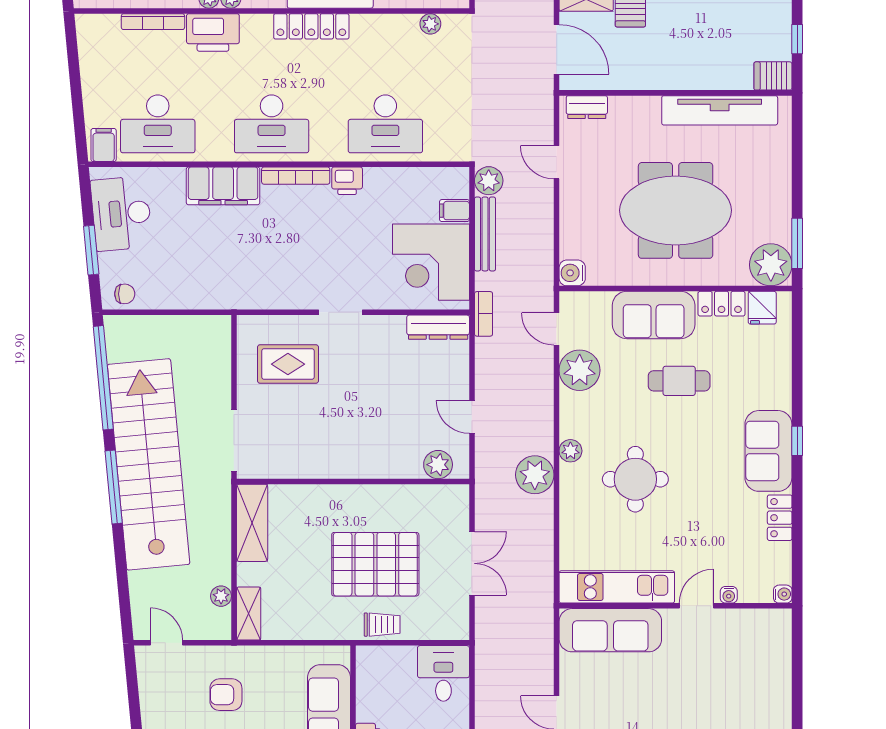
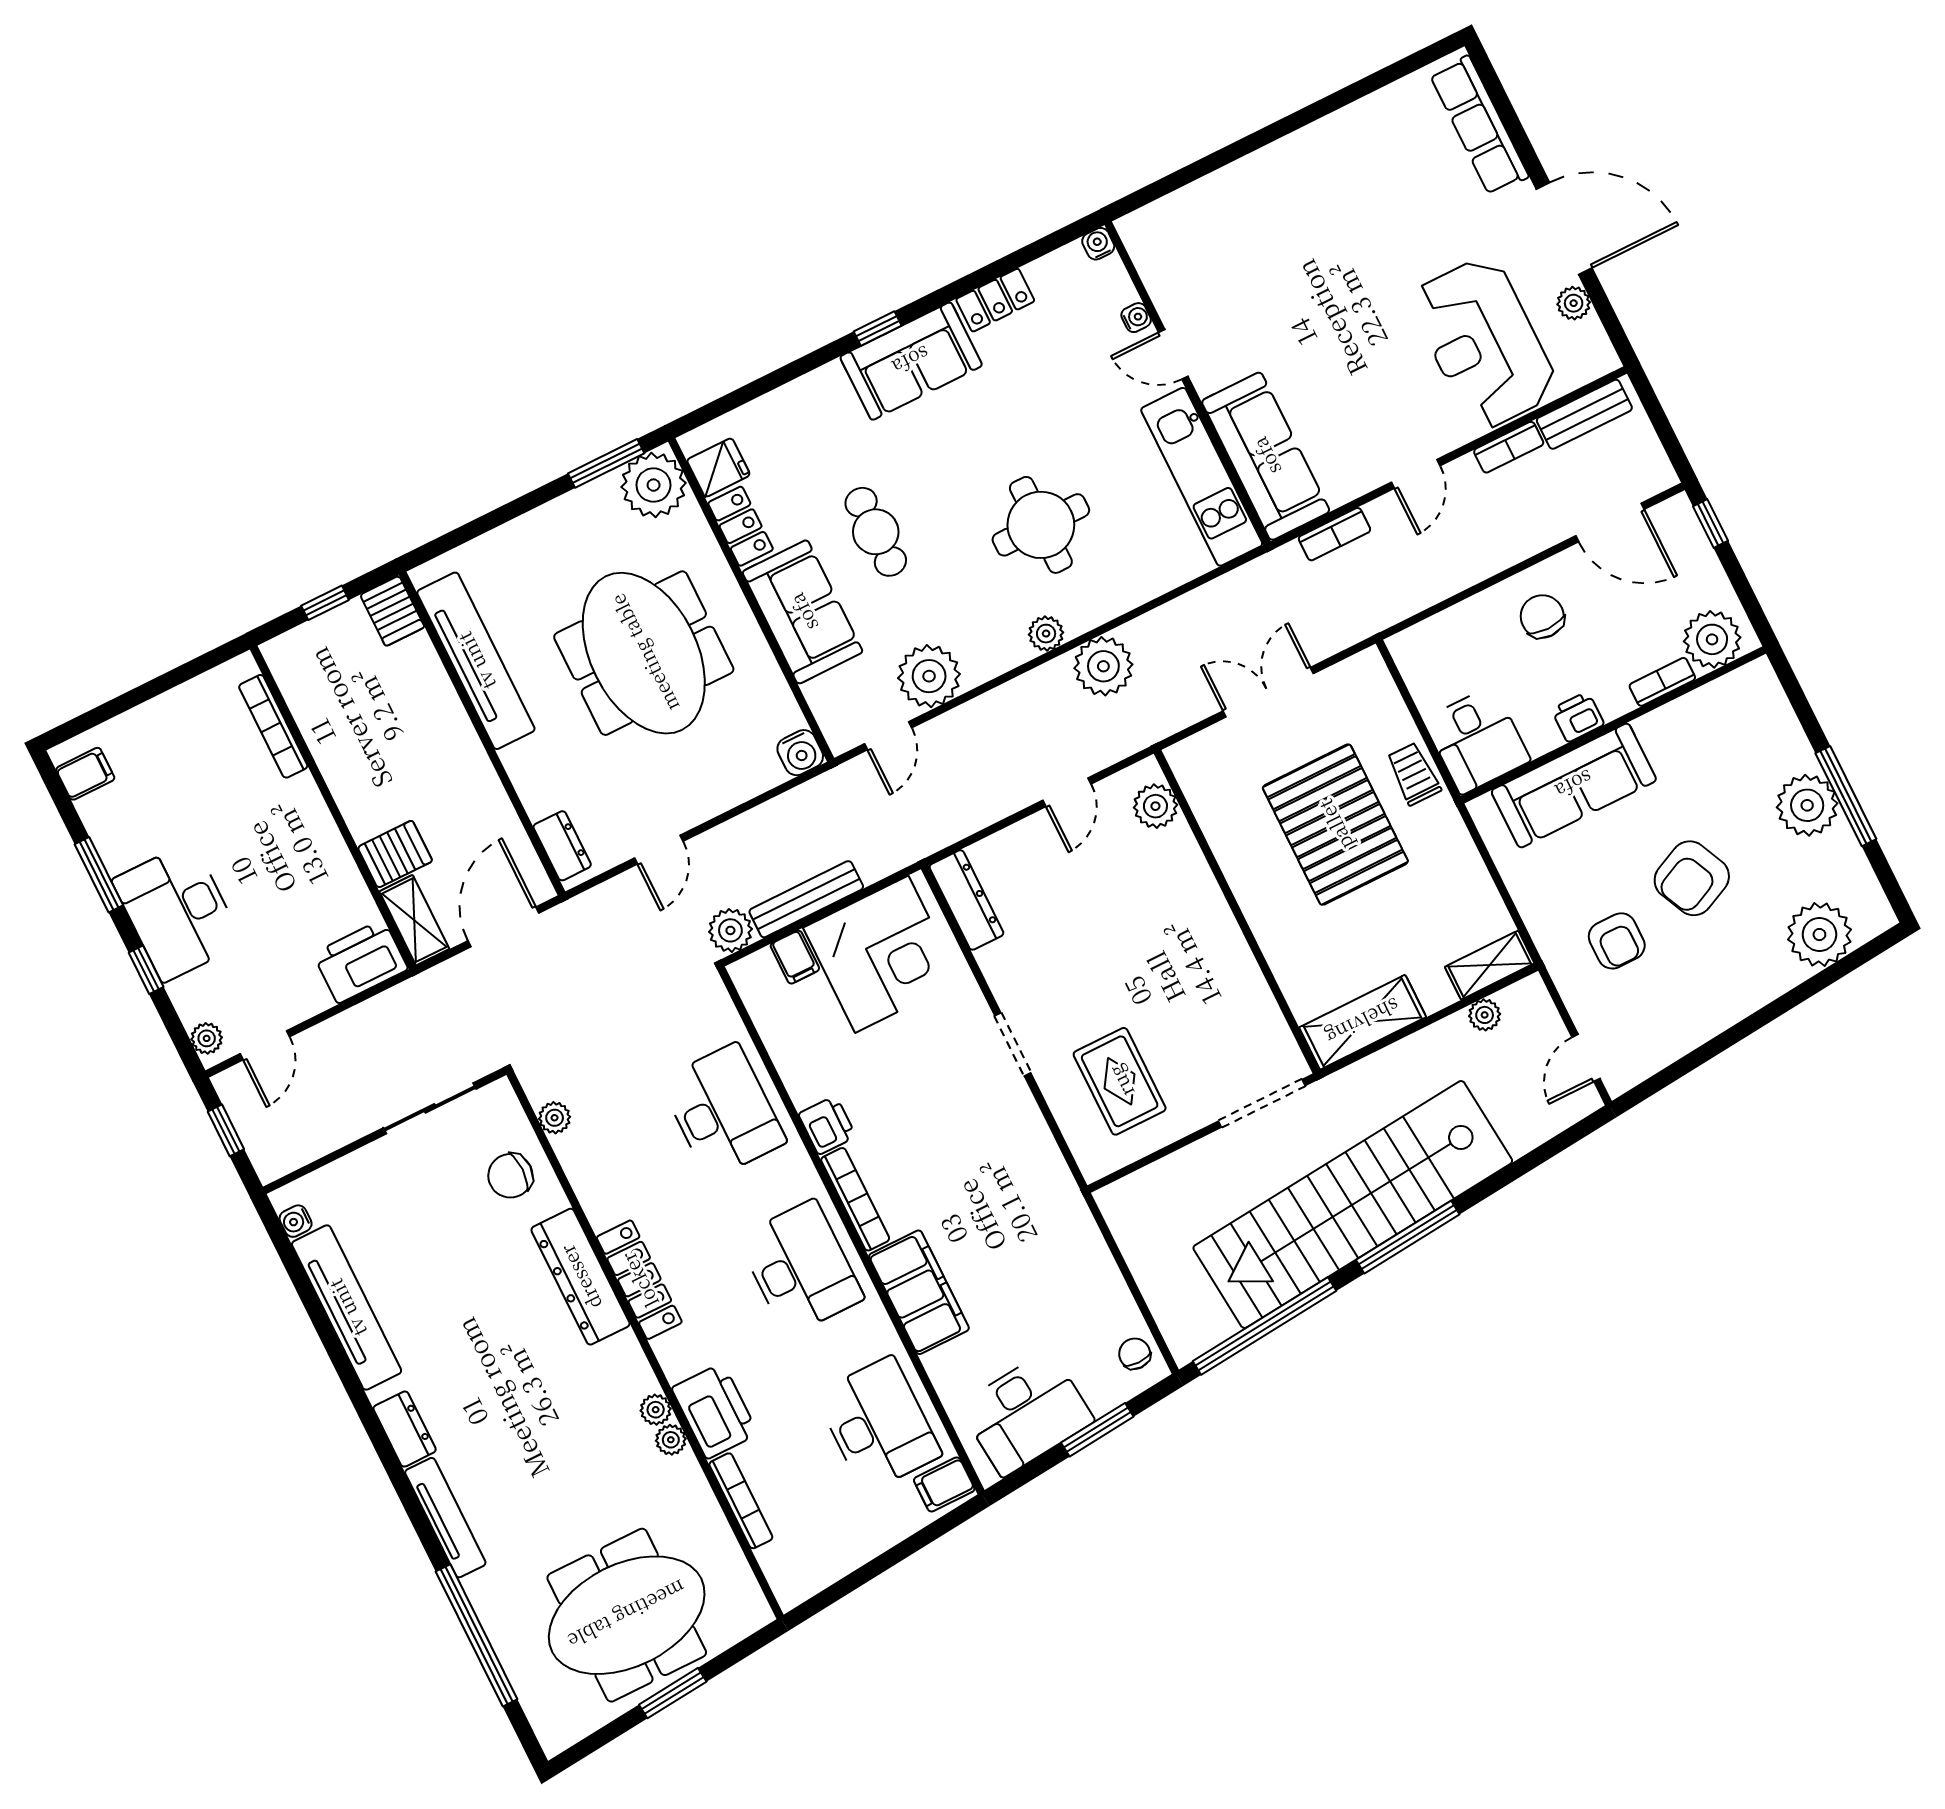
bookcase: (484, 314) -> (1334, 534), moved, turned 180
desk: (443, 673) -> (1477, 740), moved, turned -90

